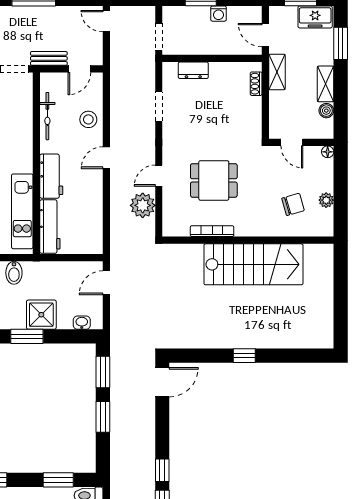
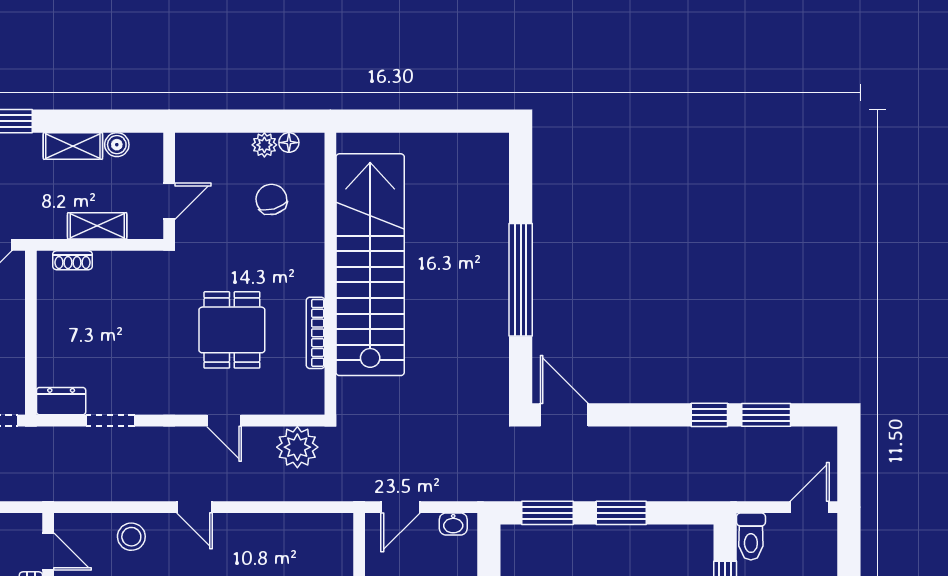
dresser: (193, 70) -> (61, 401), moved, turned -90
shelving: (277, 72) -> (97, 226), moved
floor lamp: (328, 152) -> (289, 143), moved
plant: (143, 205) -> (297, 447), moved
stairs: (253, 264) -> (370, 265), width x1.36
door: (106, 283) -> (400, 507), hinge flipped
washbasin: (82, 323) -> (453, 524), moved, turned -90
window: (244, 356) -> (521, 280), width x3.17

